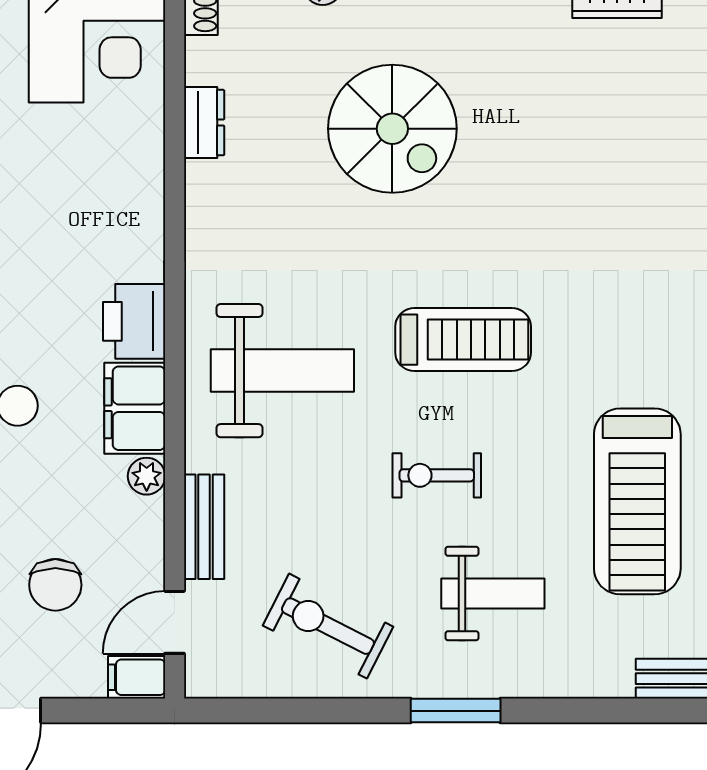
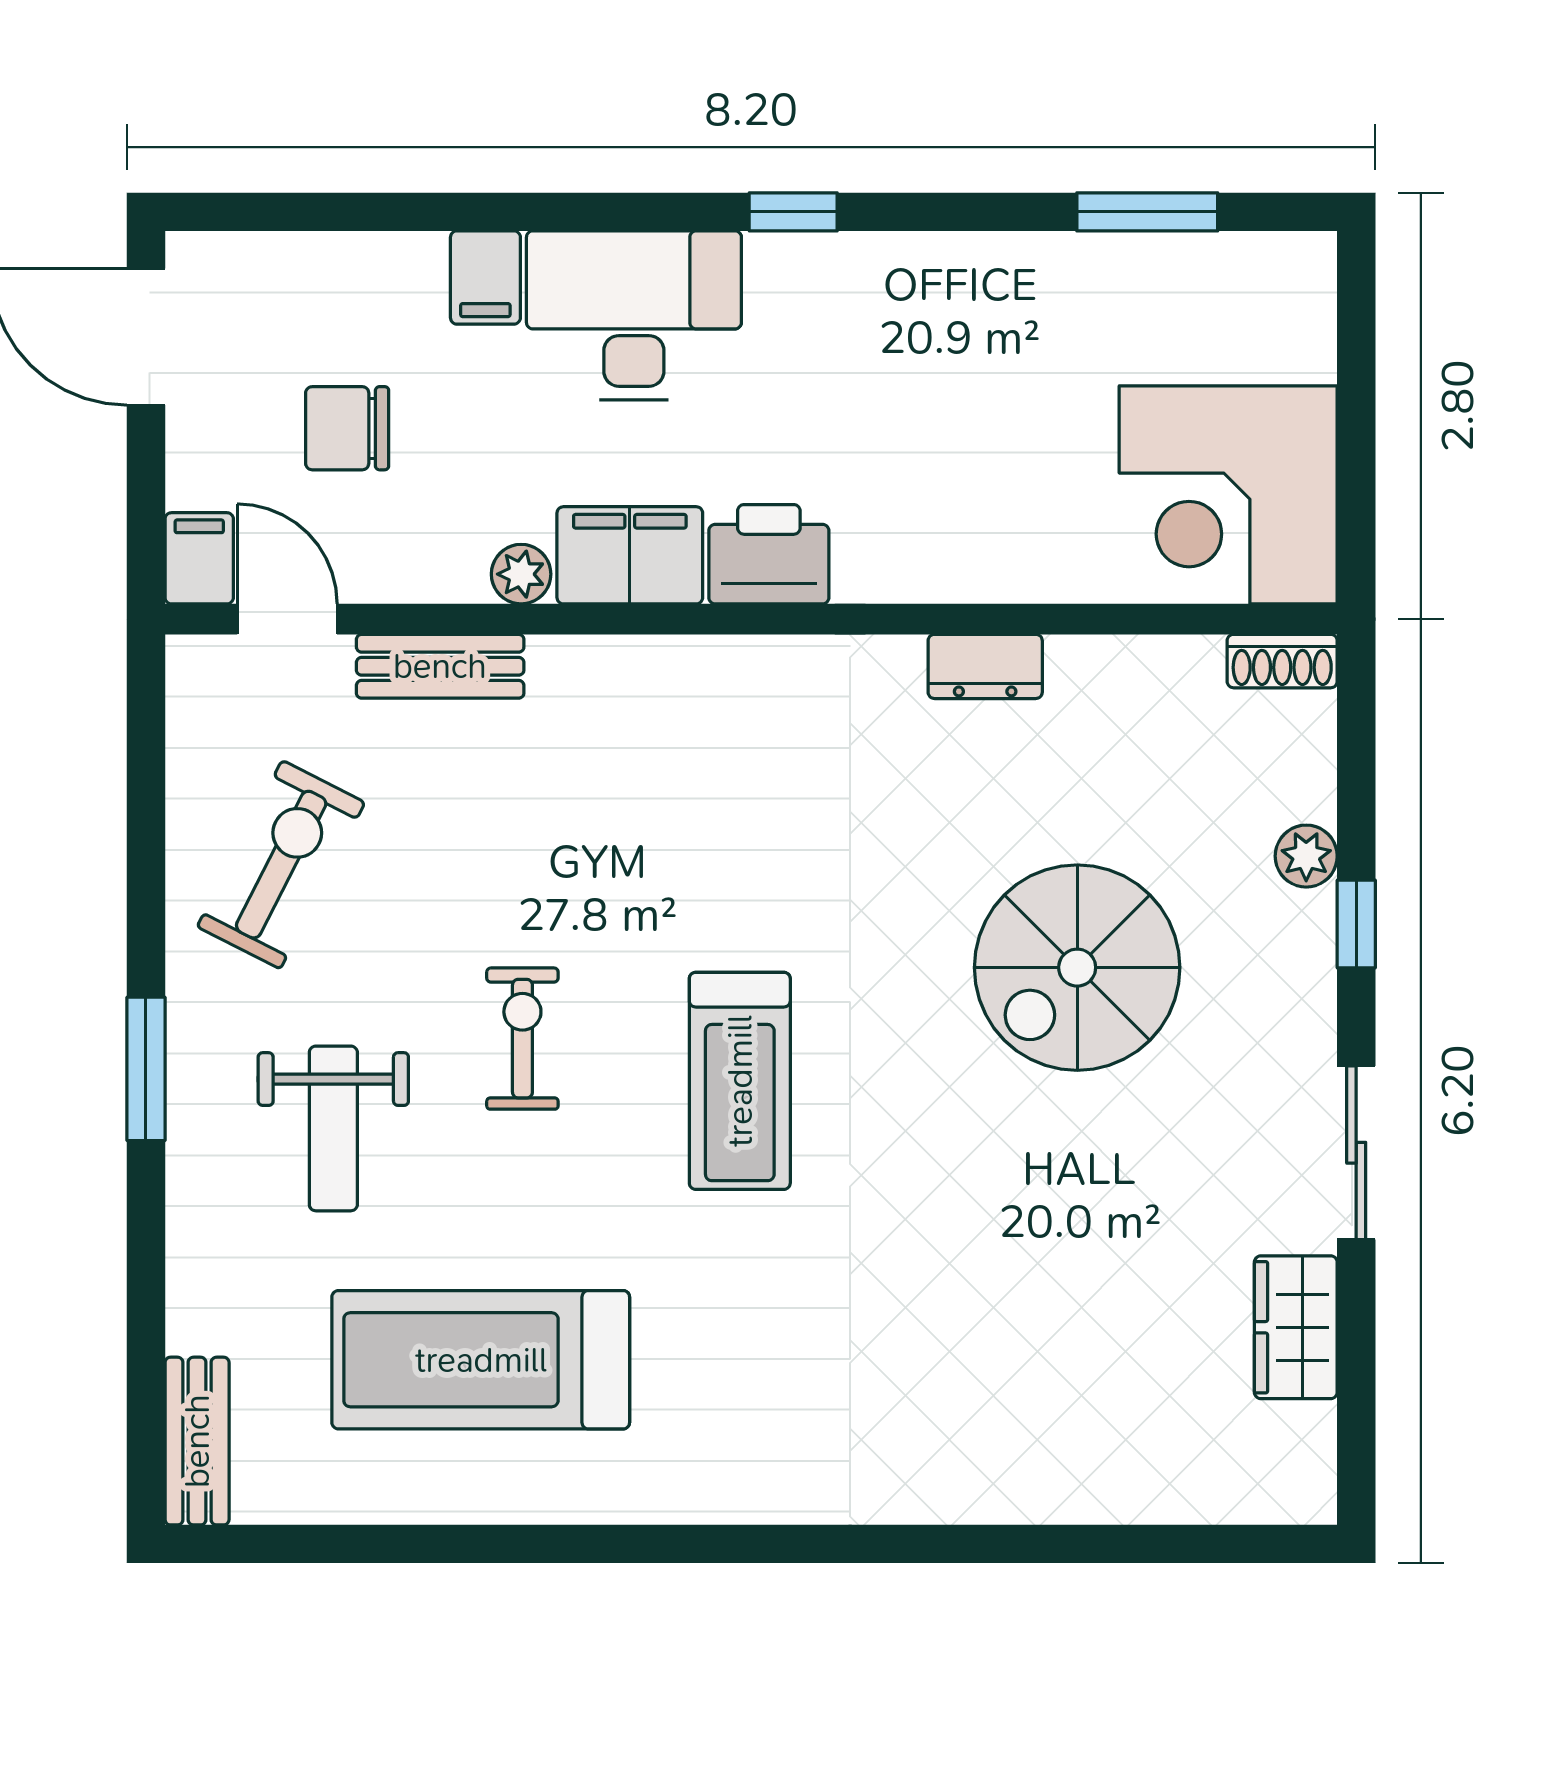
dresser: (204, 123) -> (985, 666), moved
weight bench: (282, 371) -> (690, 792), removed

